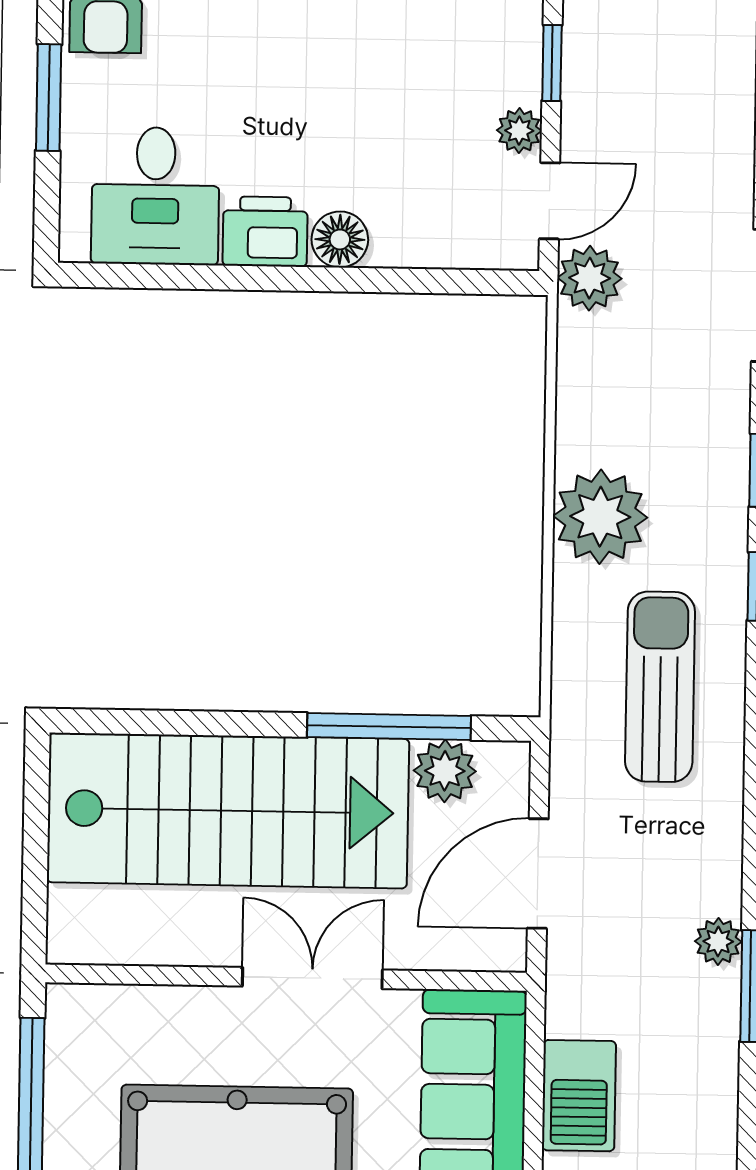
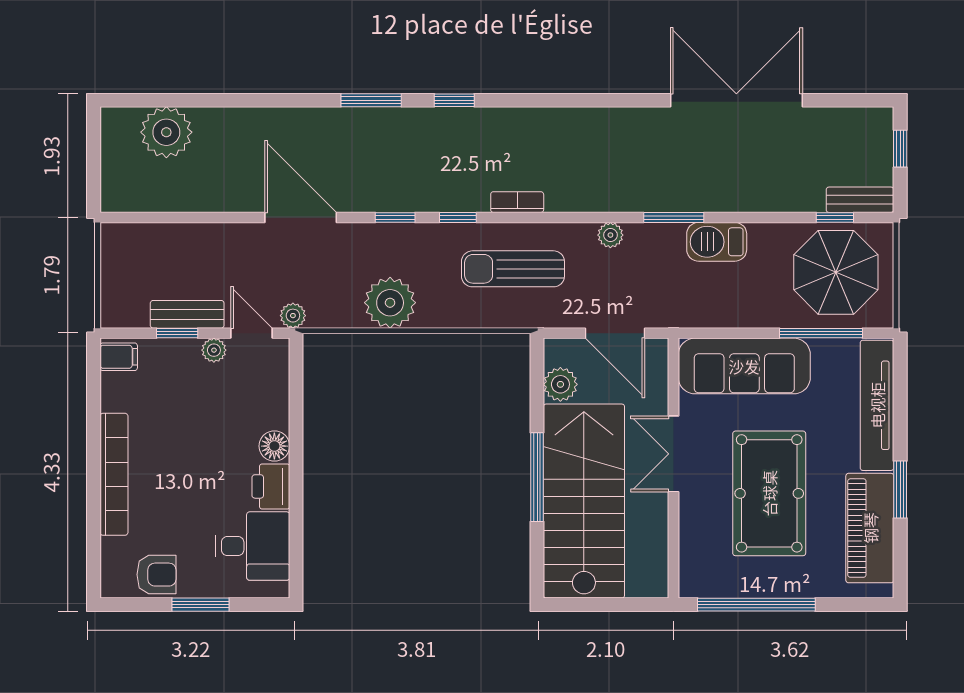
bench: (586, 82) -> (187, 314), added
plant: (590, 278) -> (293, 316), width x0.73, depth x0.73
plant: (600, 517) -> (390, 303), moved
window: (389, 727) -> (537, 477), moved
plant: (718, 941) -> (610, 235), moved
barbecue: (579, 1096) -> (717, 242), moved, turned 180

